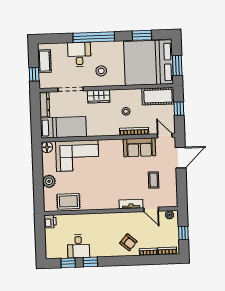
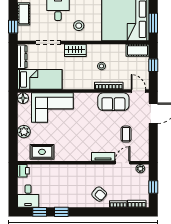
cot: (158, 96) -> (137, 50), width x0.73, depth x0.75
door: (151, 209) -> (123, 163), swing flipped
desk: (78, 246) -> (28, 196), moved

